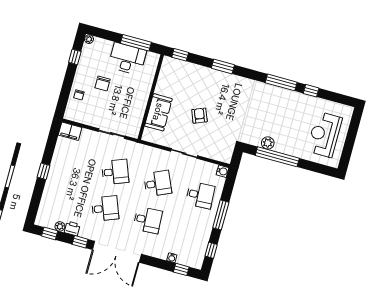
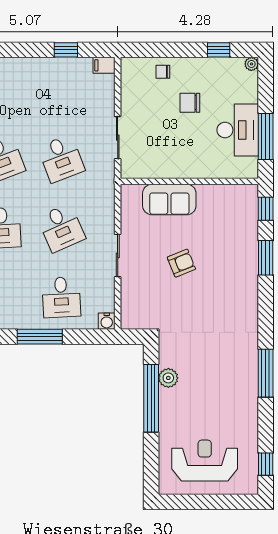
window: (223, 67) -> (266, 258), moved
window: (311, 91) -> (266, 464), moved
filing cabinet: (70, 131) -> (104, 65), width x0.50
window: (44, 171) -> (66, 50), moved

